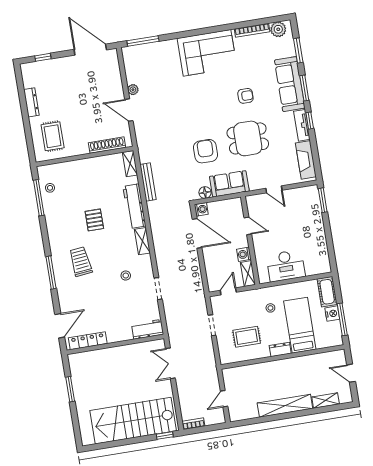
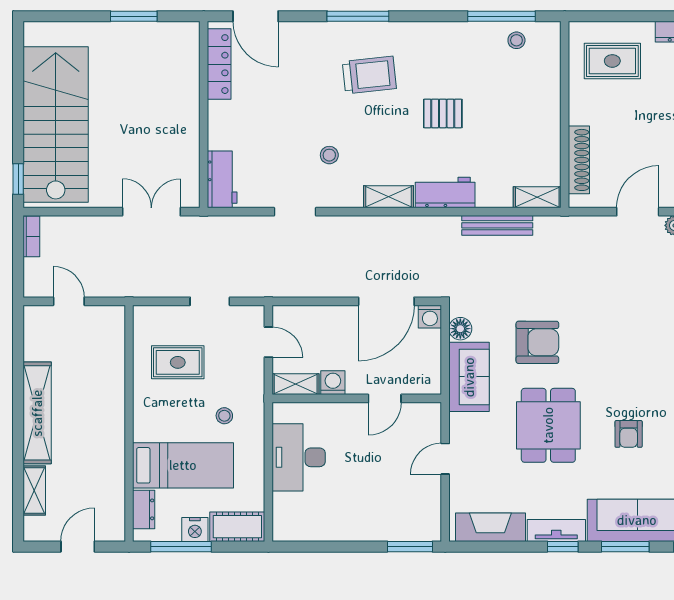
workbench: (134, 206) -> (445, 193), width x0.73
rug: (247, 337) -> (178, 362), turned 90
dresser: (280, 350) -> (144, 509), moved

